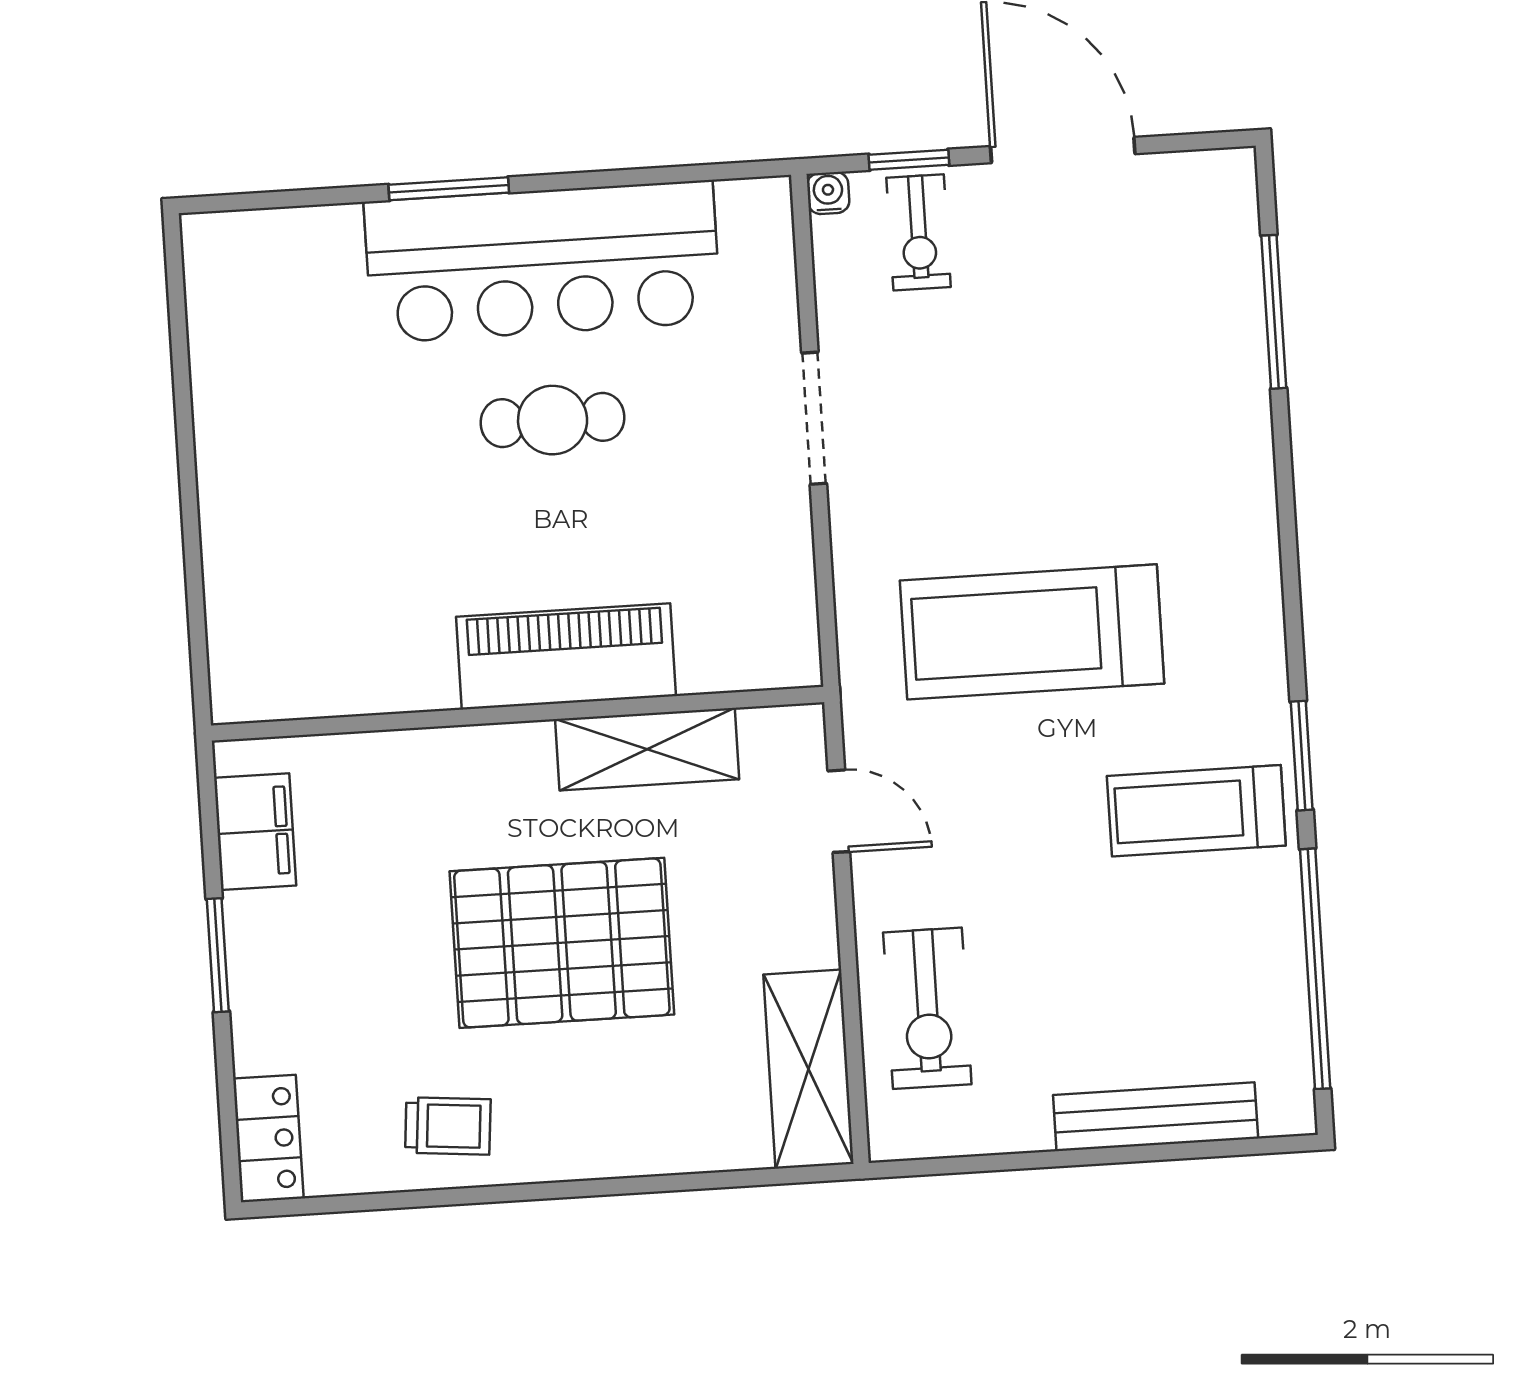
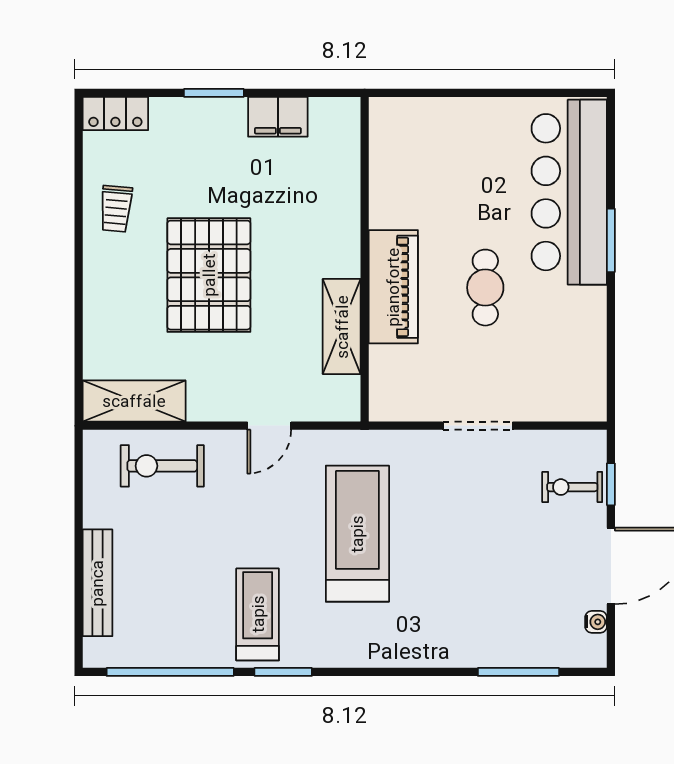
water cooler: (828, 193) -> (596, 622), moved
bar counter: (542, 262) -> (569, 192), moved
piano: (566, 656) -> (393, 287), moved
wall: (518, 714) -> (365, 259), moved
shelving: (647, 749) -> (342, 327), moved

